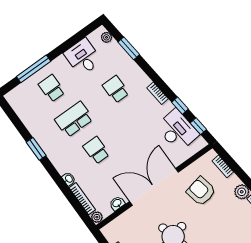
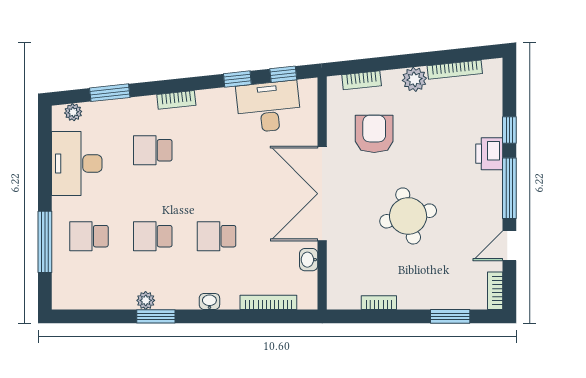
desk: (83, 57) -> (77, 164), width x1.37
bookcase: (158, 93) -> (176, 100), moved
school desk: (74, 119) -> (153, 236), width x0.54
washbasin: (69, 179) -> (209, 301), moved
armchair: (201, 191) -> (374, 134), turned 102
plant: (97, 217) -> (146, 300), moved

